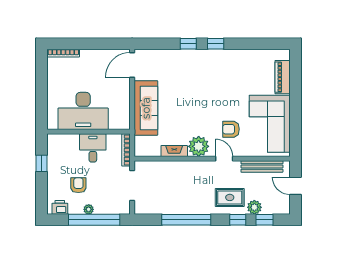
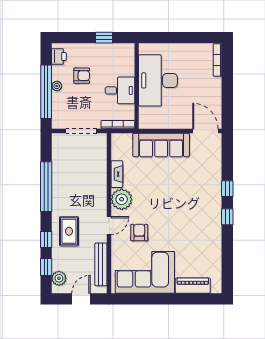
plant: (254, 207) -> (59, 278), moved

